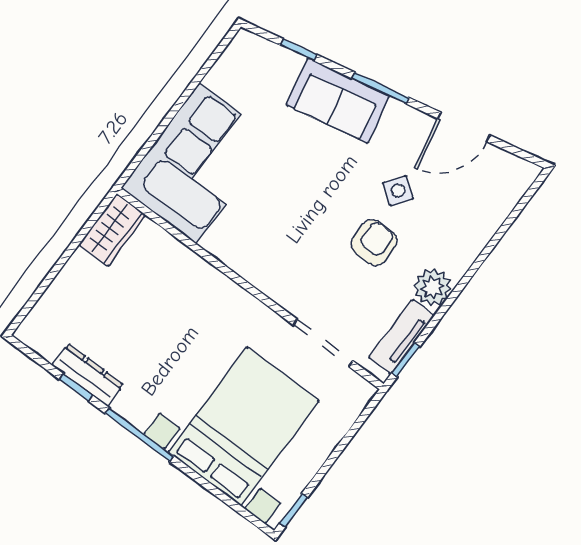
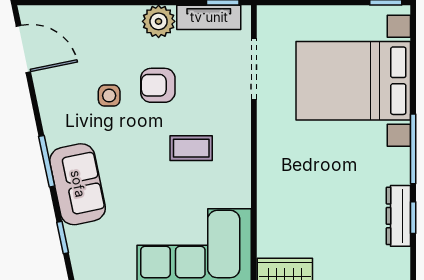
door: (464, 127) -> (23, 49), moved
side table: (398, 191) -> (109, 96), turned -36
coffee table: (293, 230) -> (191, 148), added

